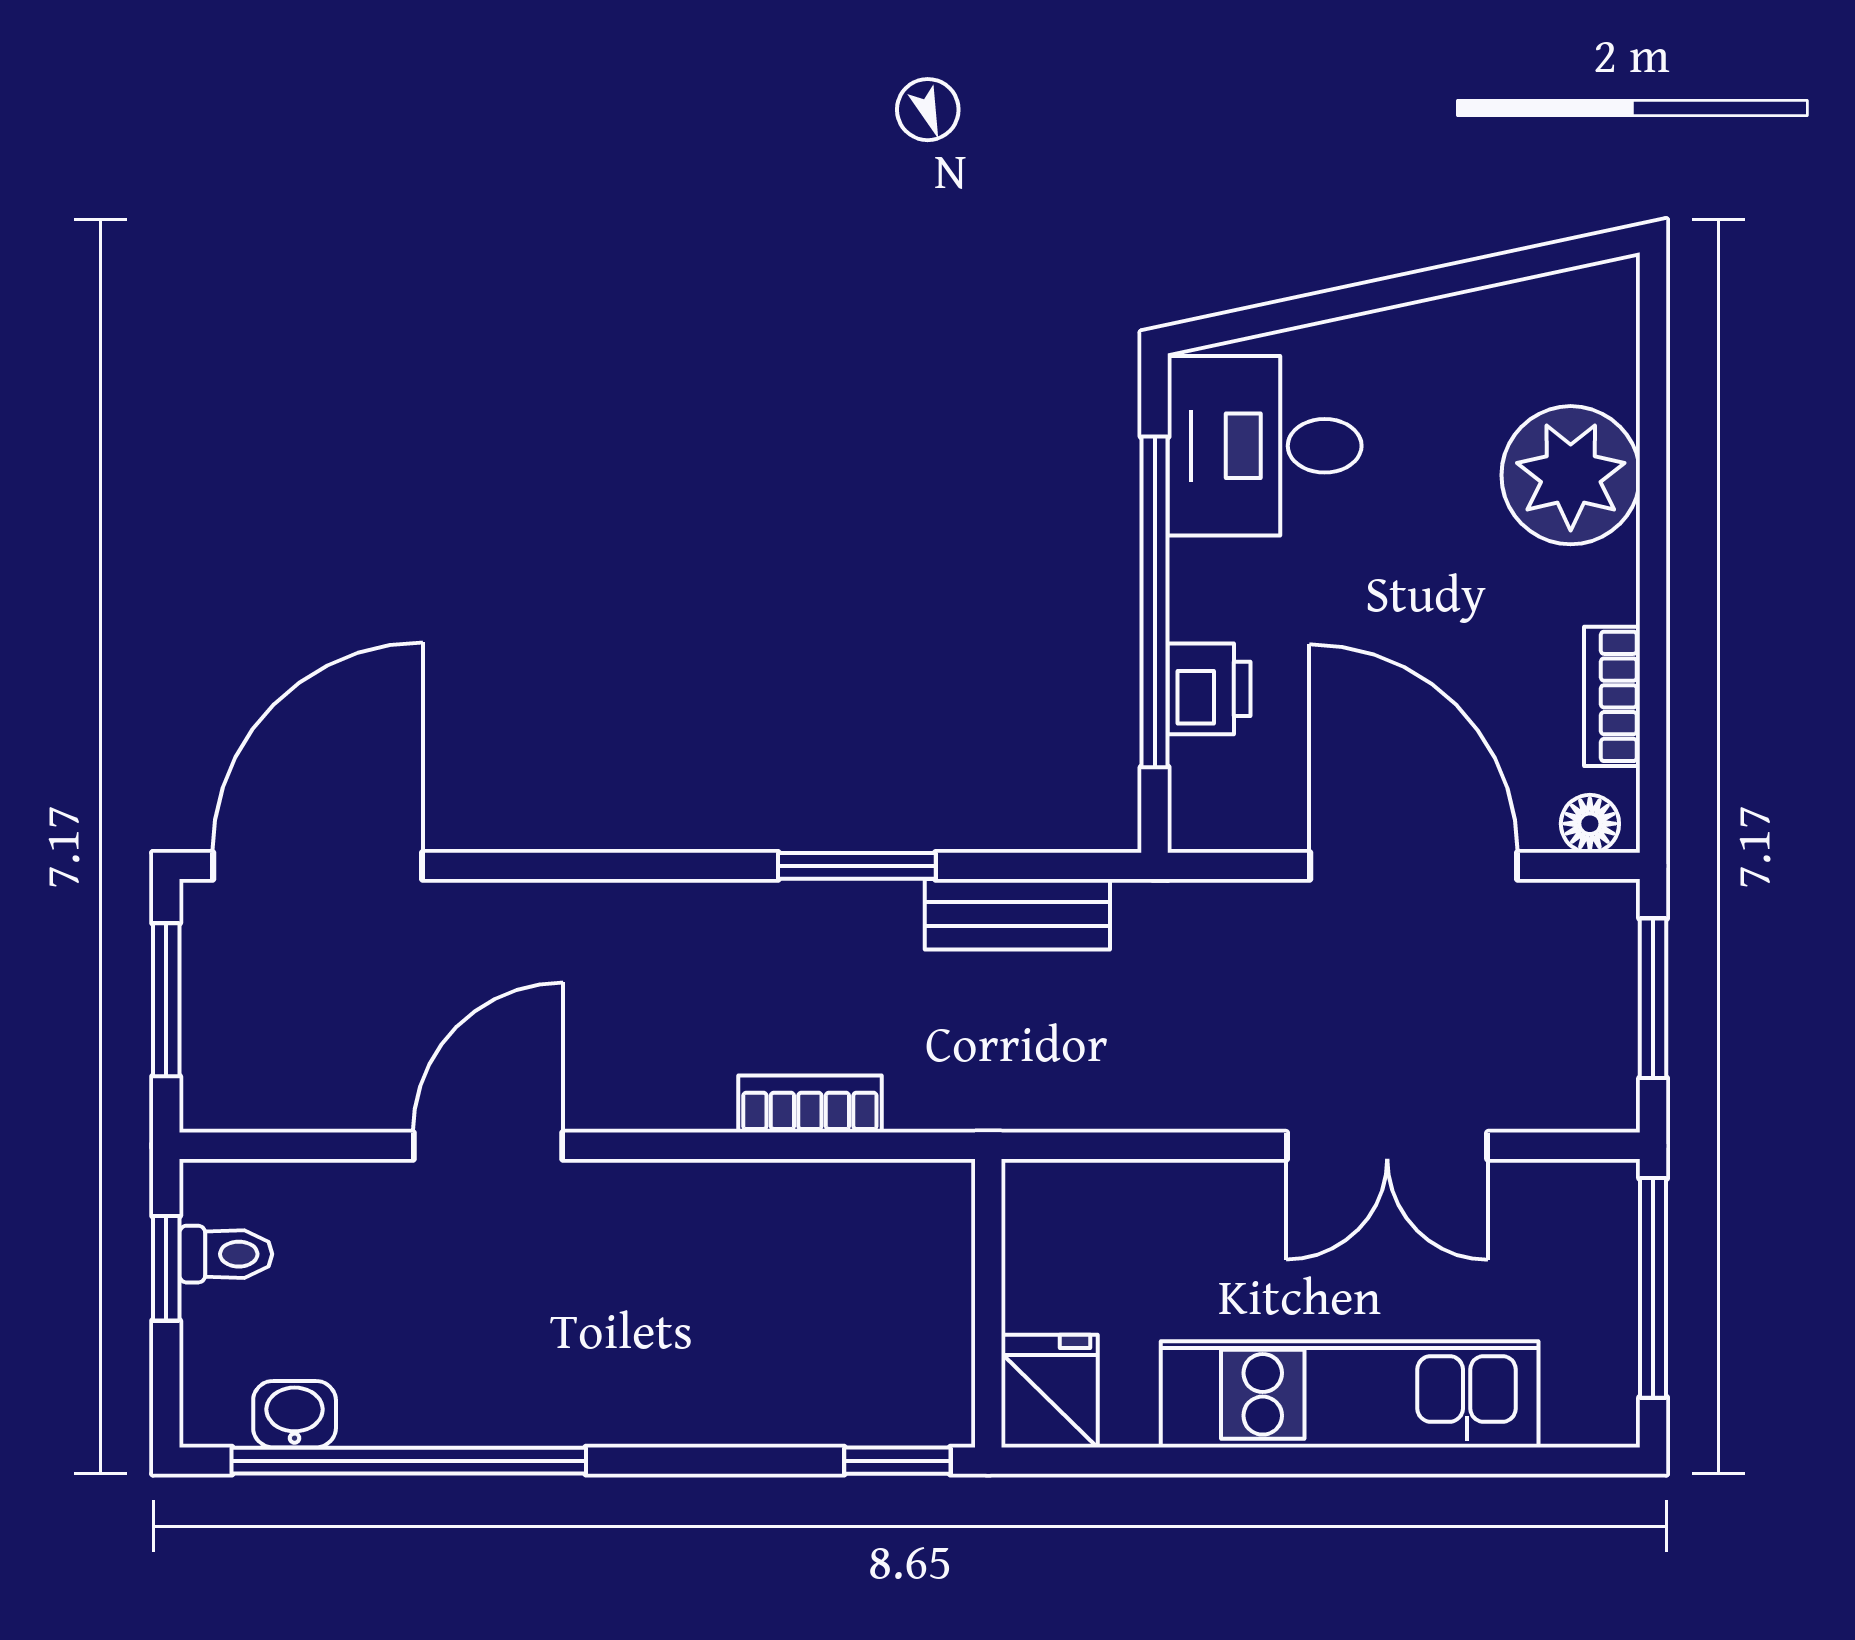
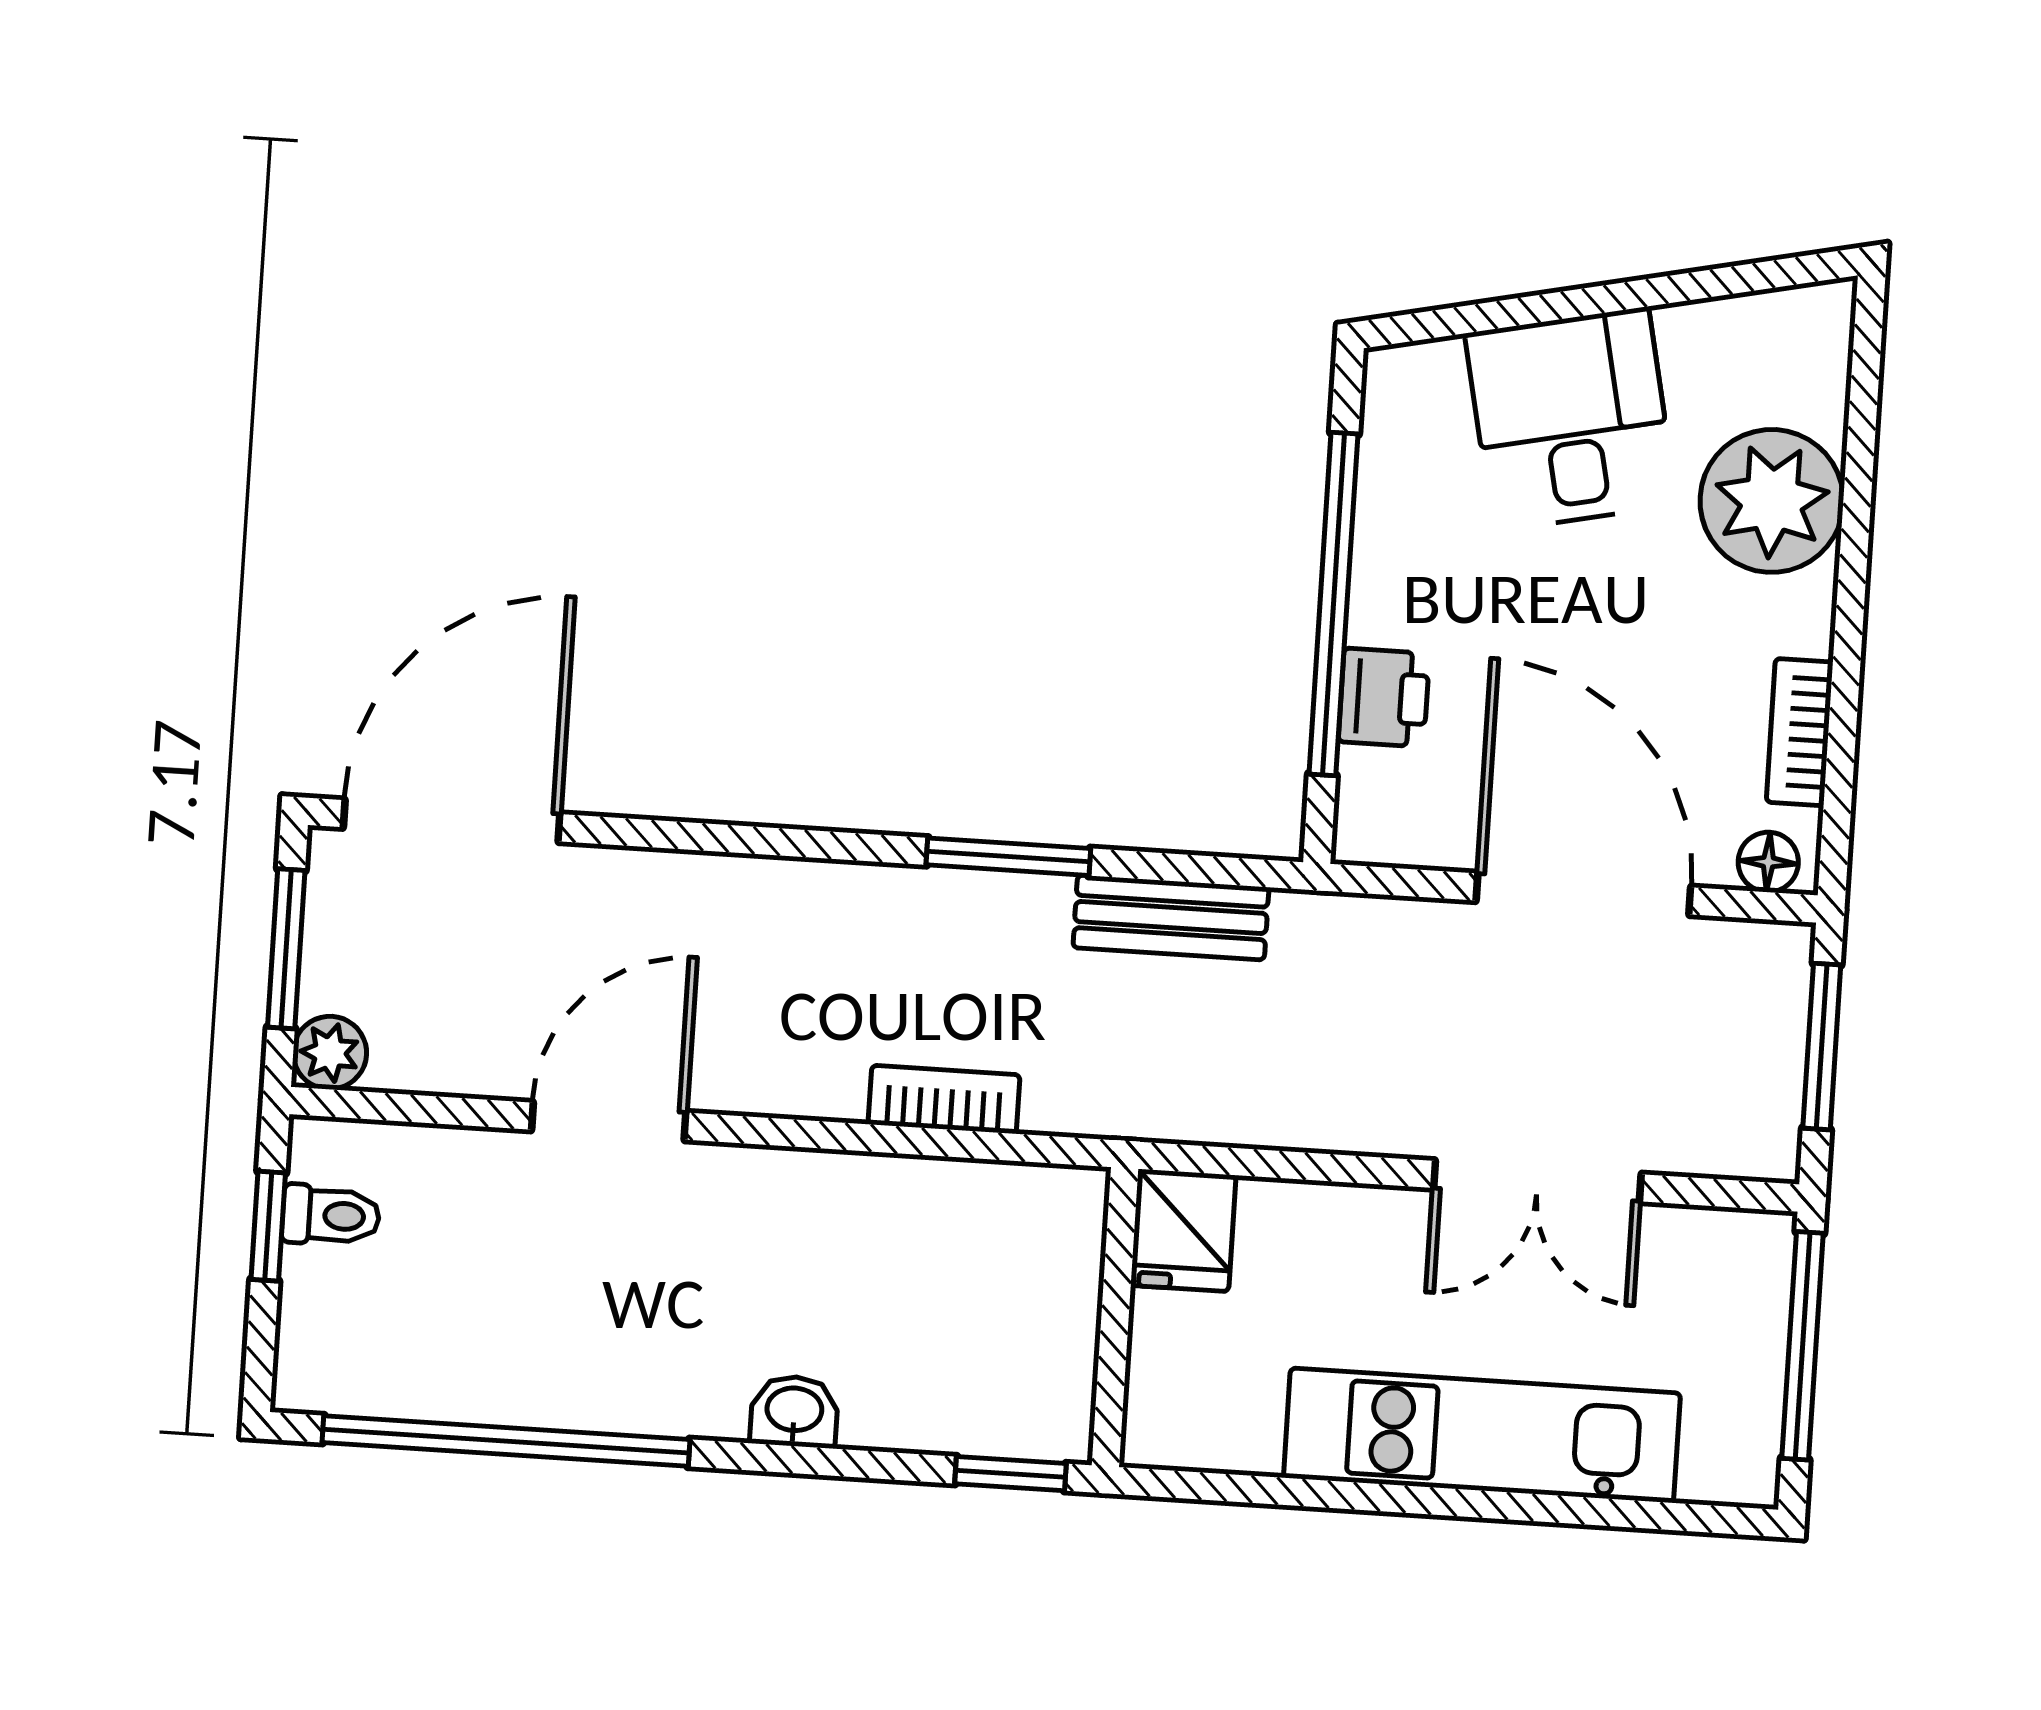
desk: (1265, 446) -> (1571, 419), moved, turned 78
plant: (215, 1097) -> (330, 1053), added
fridge: (1050, 1391) -> (1183, 1230), moved, turned 180
washbasin: (295, 1414) -> (794, 1411), moved

